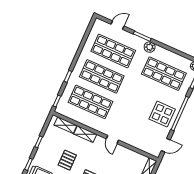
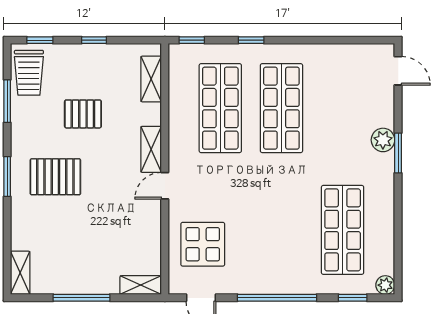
door: (117, 25) -> (398, 71), moved
plant: (150, 47) -> (383, 140), moved
shop shelf: (113, 51) -> (343, 108), removed
display table: (162, 114) -> (203, 244), moved
shelving: (85, 134) -> (151, 149), moved

